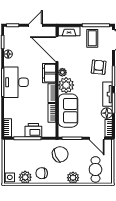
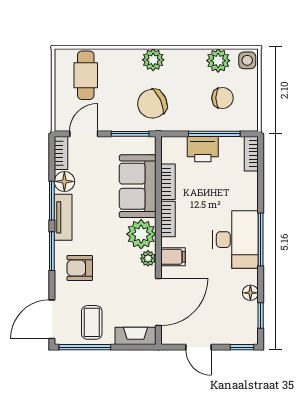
door: (36, 25) -> (199, 347), hinge flipped
door: (57, 49) -> (158, 302), hinge flipped
armchair: (99, 67) -> (80, 268), turned 84
filing cabinet: (49, 73) -> (173, 257), width x0.50
door: (97, 138) -> (84, 134), hinge flipped
chair: (42, 173) -> (223, 98), moved
plant: (73, 178) -> (153, 60), moved

